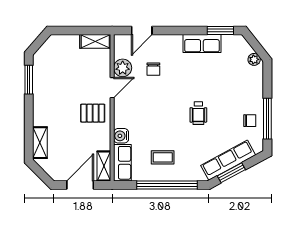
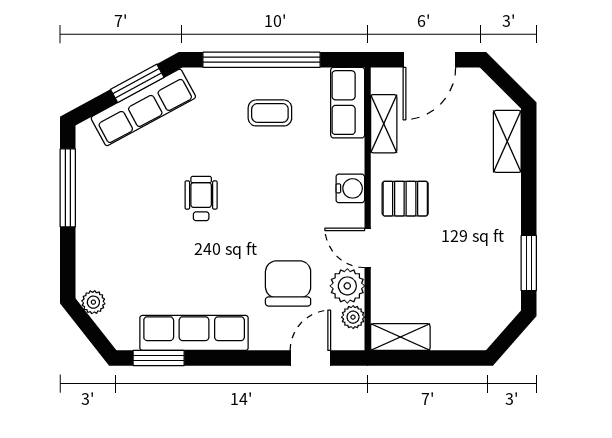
row of seats: (202, 43) -> (194, 333), width x1.48
plant: (120, 52) -> (353, 317), added
chair: (153, 69) -> (288, 283), width x1.87, depth x1.87
door: (112, 88) -> (368, 248), hinge flipped
chair: (250, 121) -> (102, 184), removed
water cooler: (121, 136) -> (350, 188), moved
shelving: (104, 166) -> (384, 124), moved

